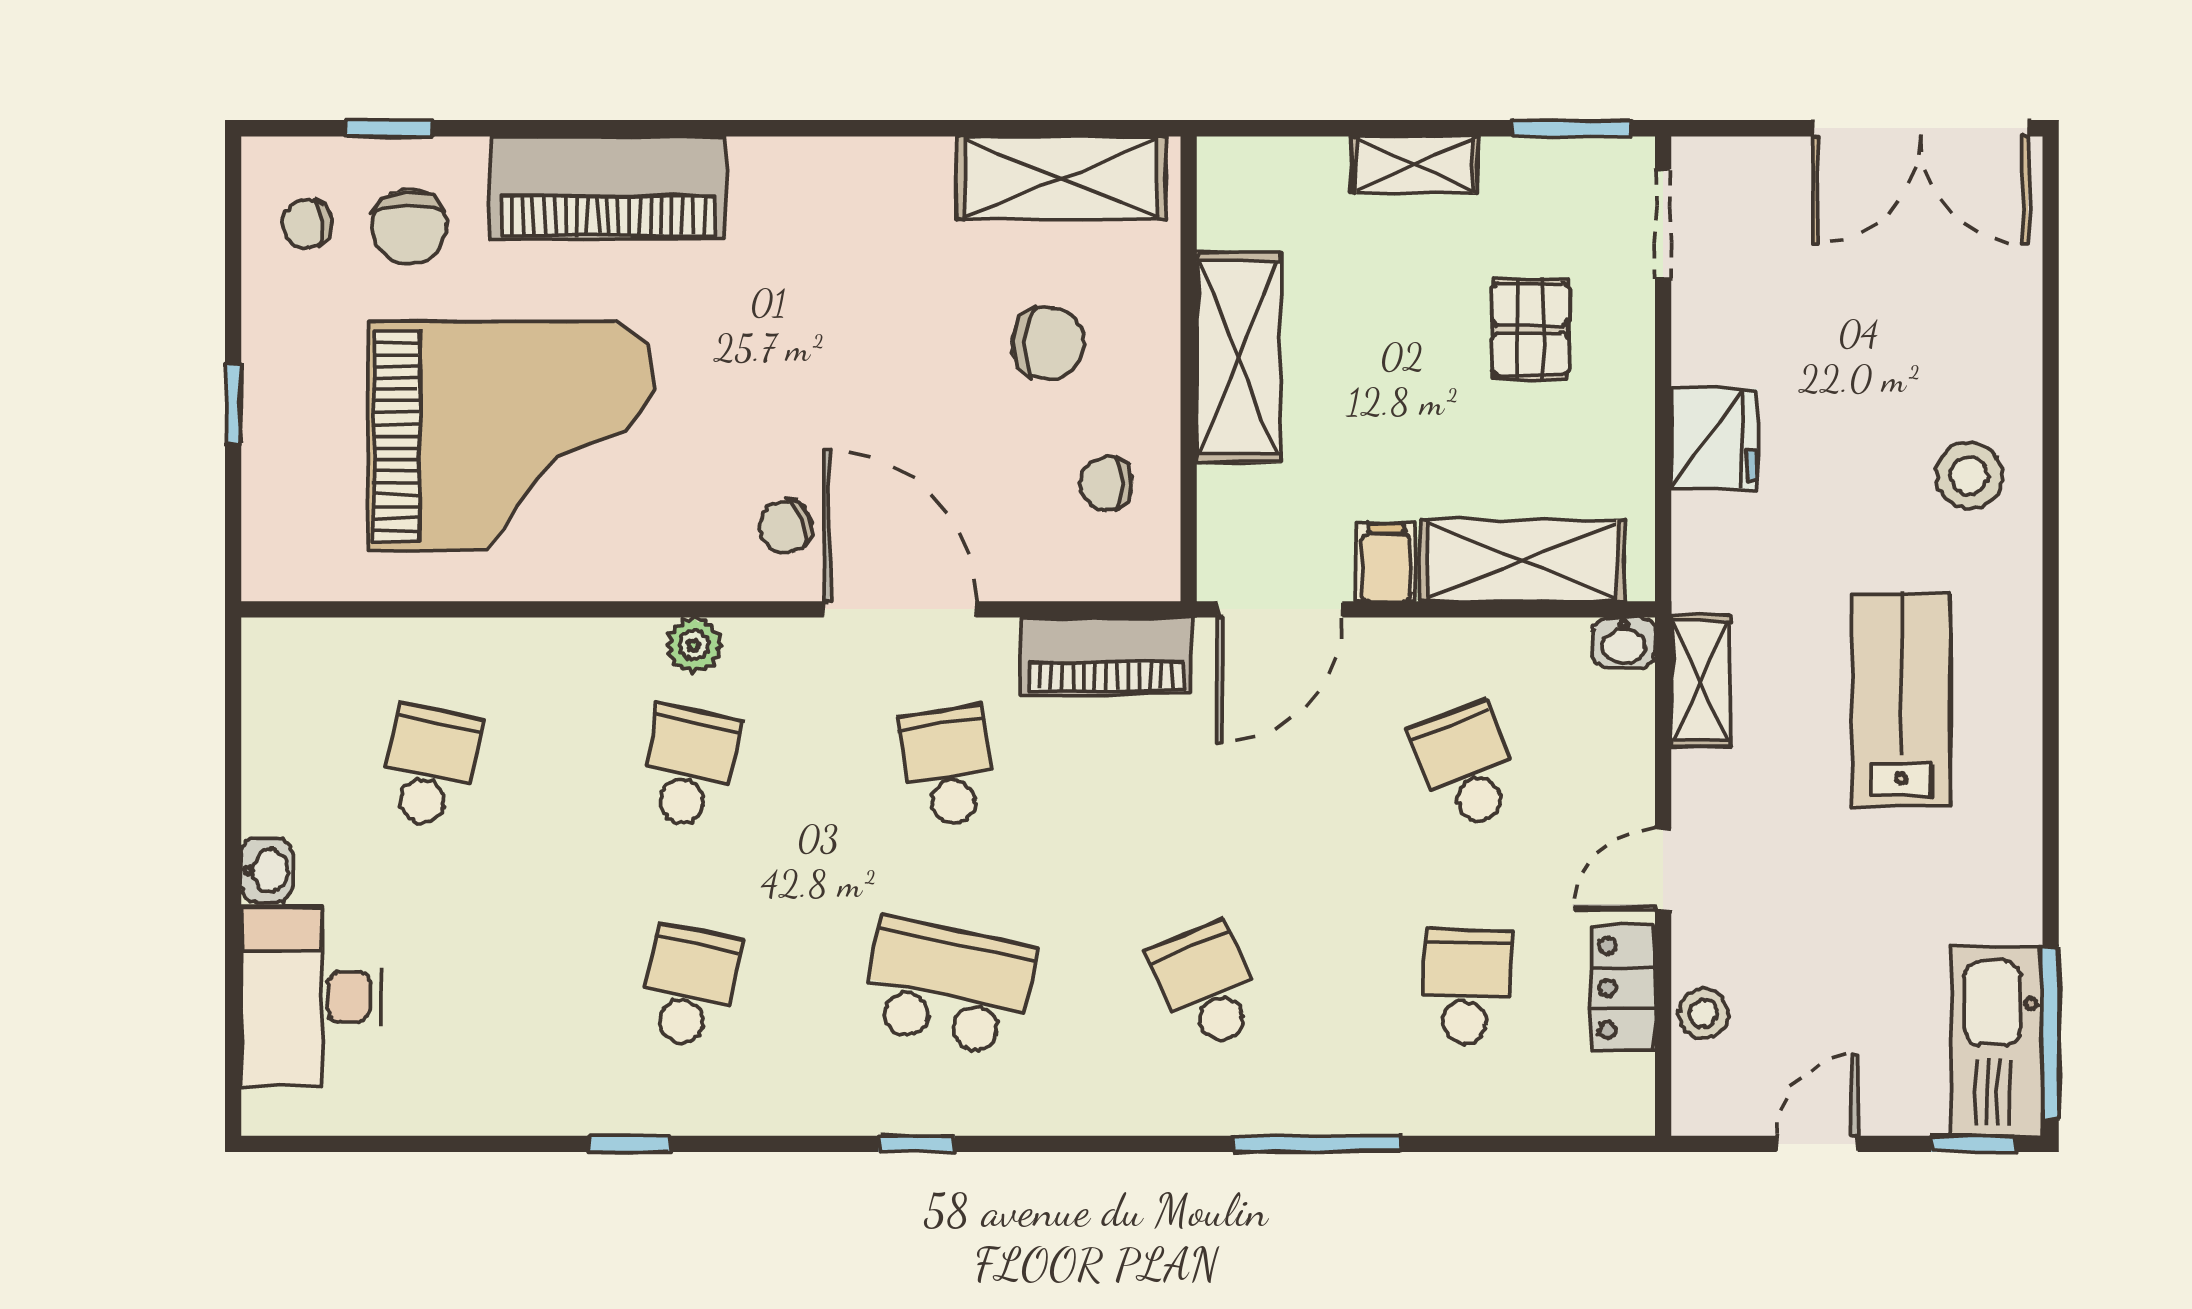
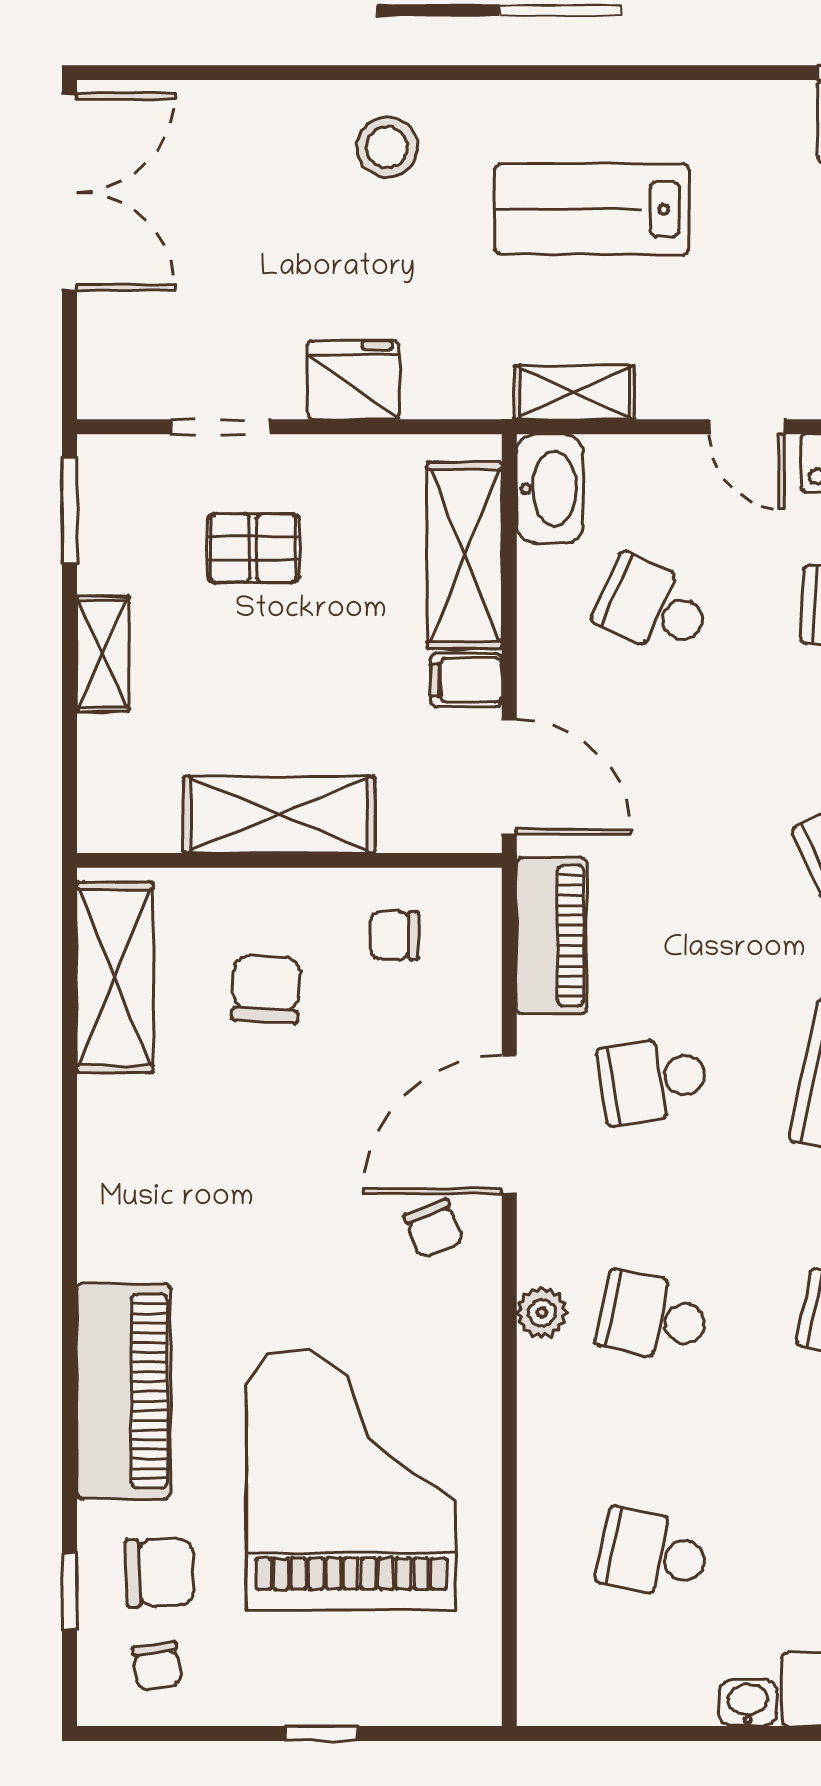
doorway: (1663, 224) -> (220, 427), moved
chair: (1106, 484) -> (394, 935), turned 90
washbasin: (1624, 643) -> (550, 489), width x1.91, depth x1.45
school desk: (1466, 767) -> (653, 607), turned 45

